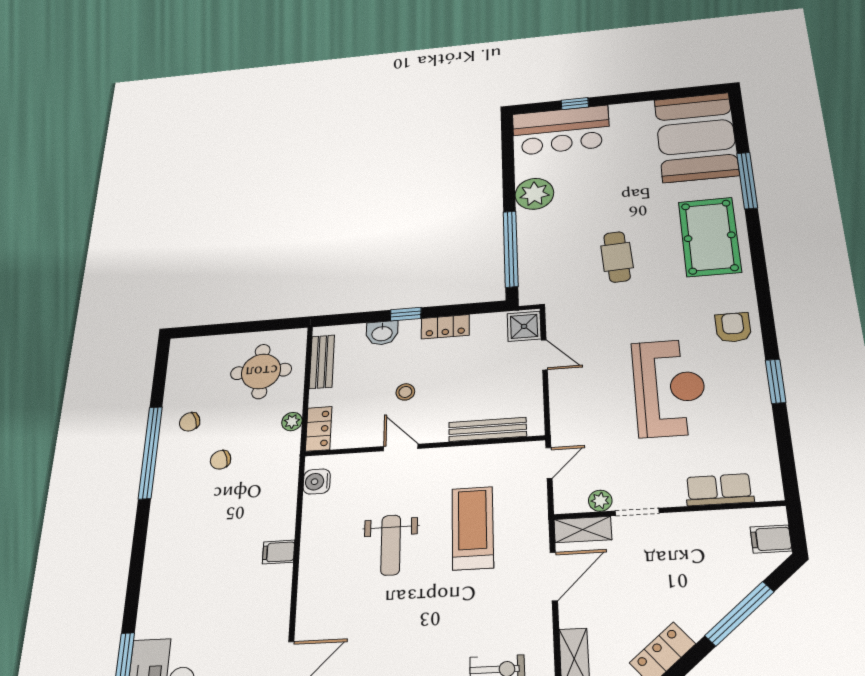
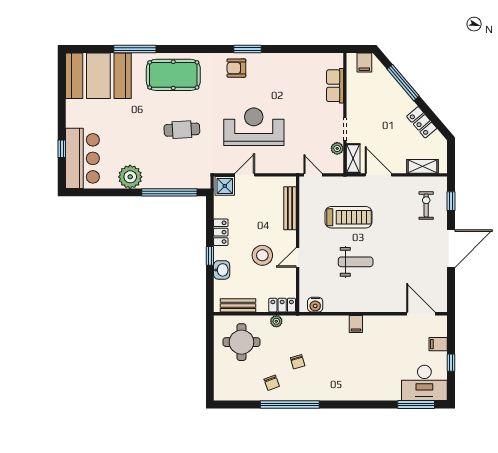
window: (776, 381) -> (247, 49), moved
reception desk: (669, 388) -> (254, 127), moved
stool: (405, 392) -> (262, 255), width x1.89, depth x1.89
treadmill: (473, 528) -> (348, 217), turned 180

